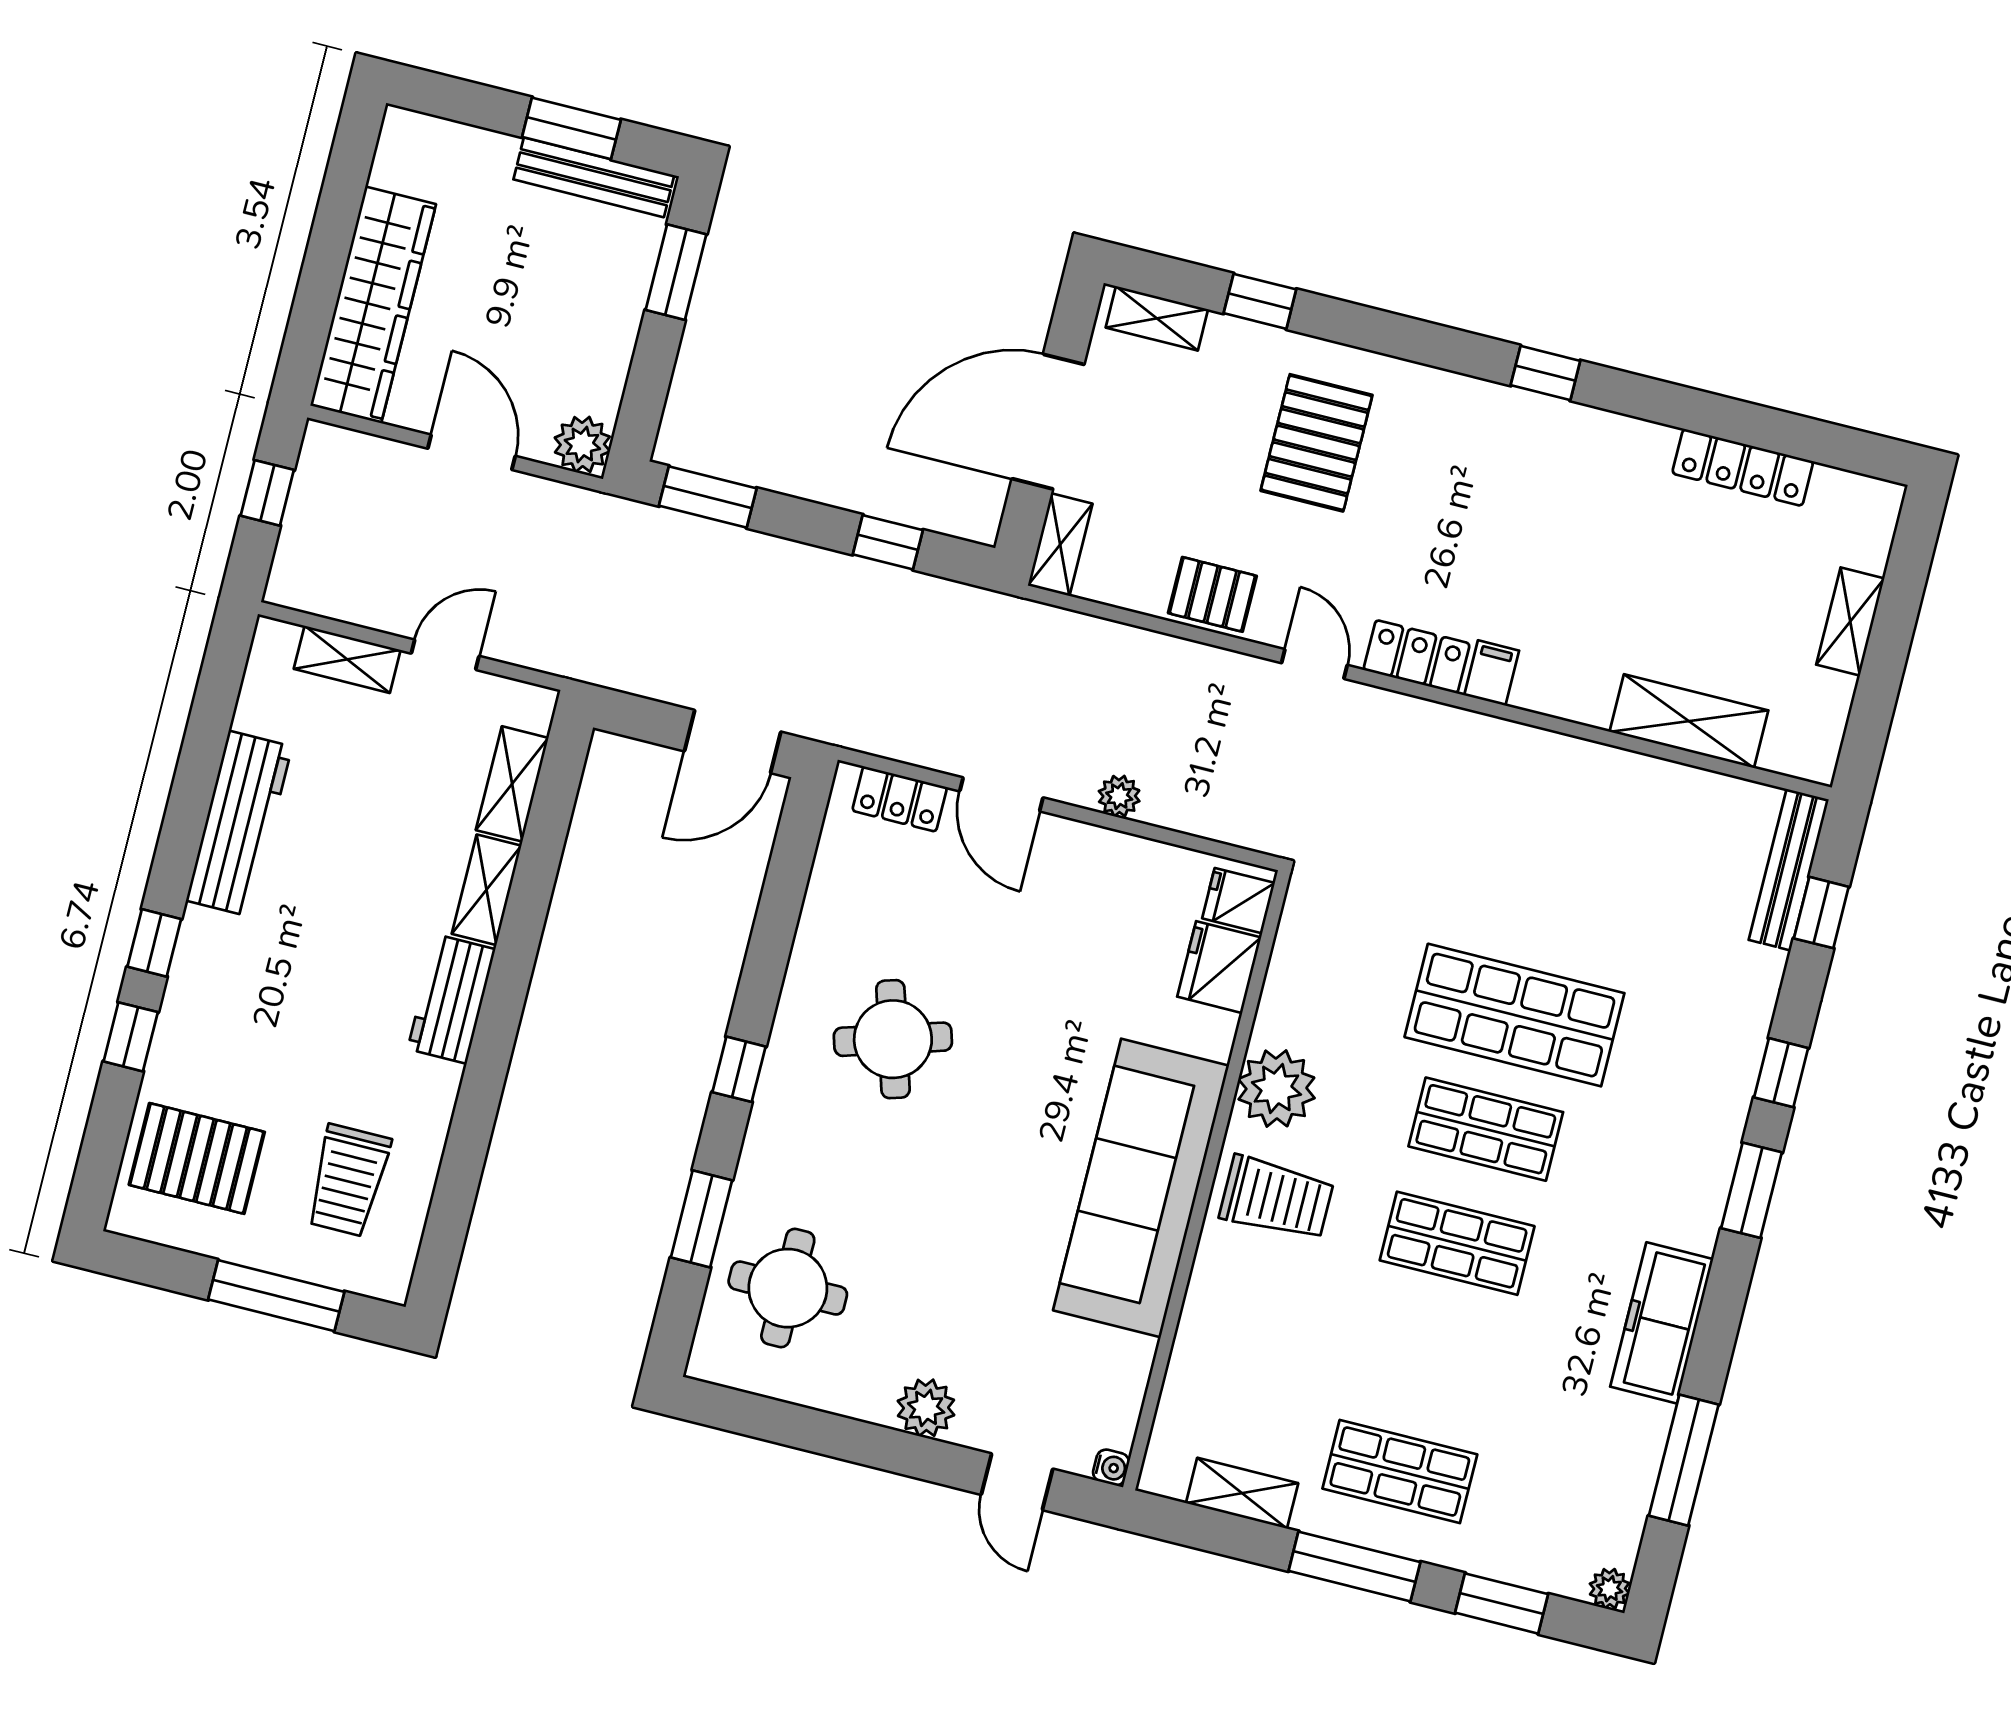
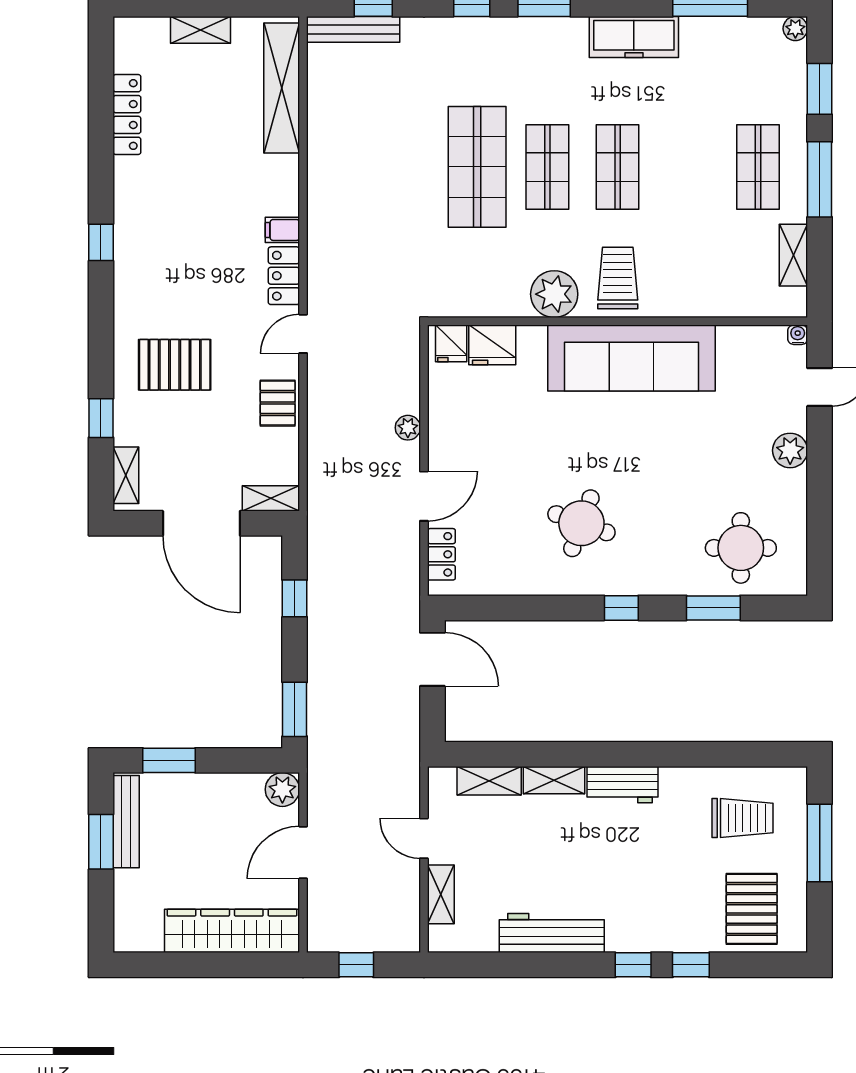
shelving: (1689, 721) -> (282, 88), width x1.47
round table: (893, 1039) -> (581, 523), turned 37

